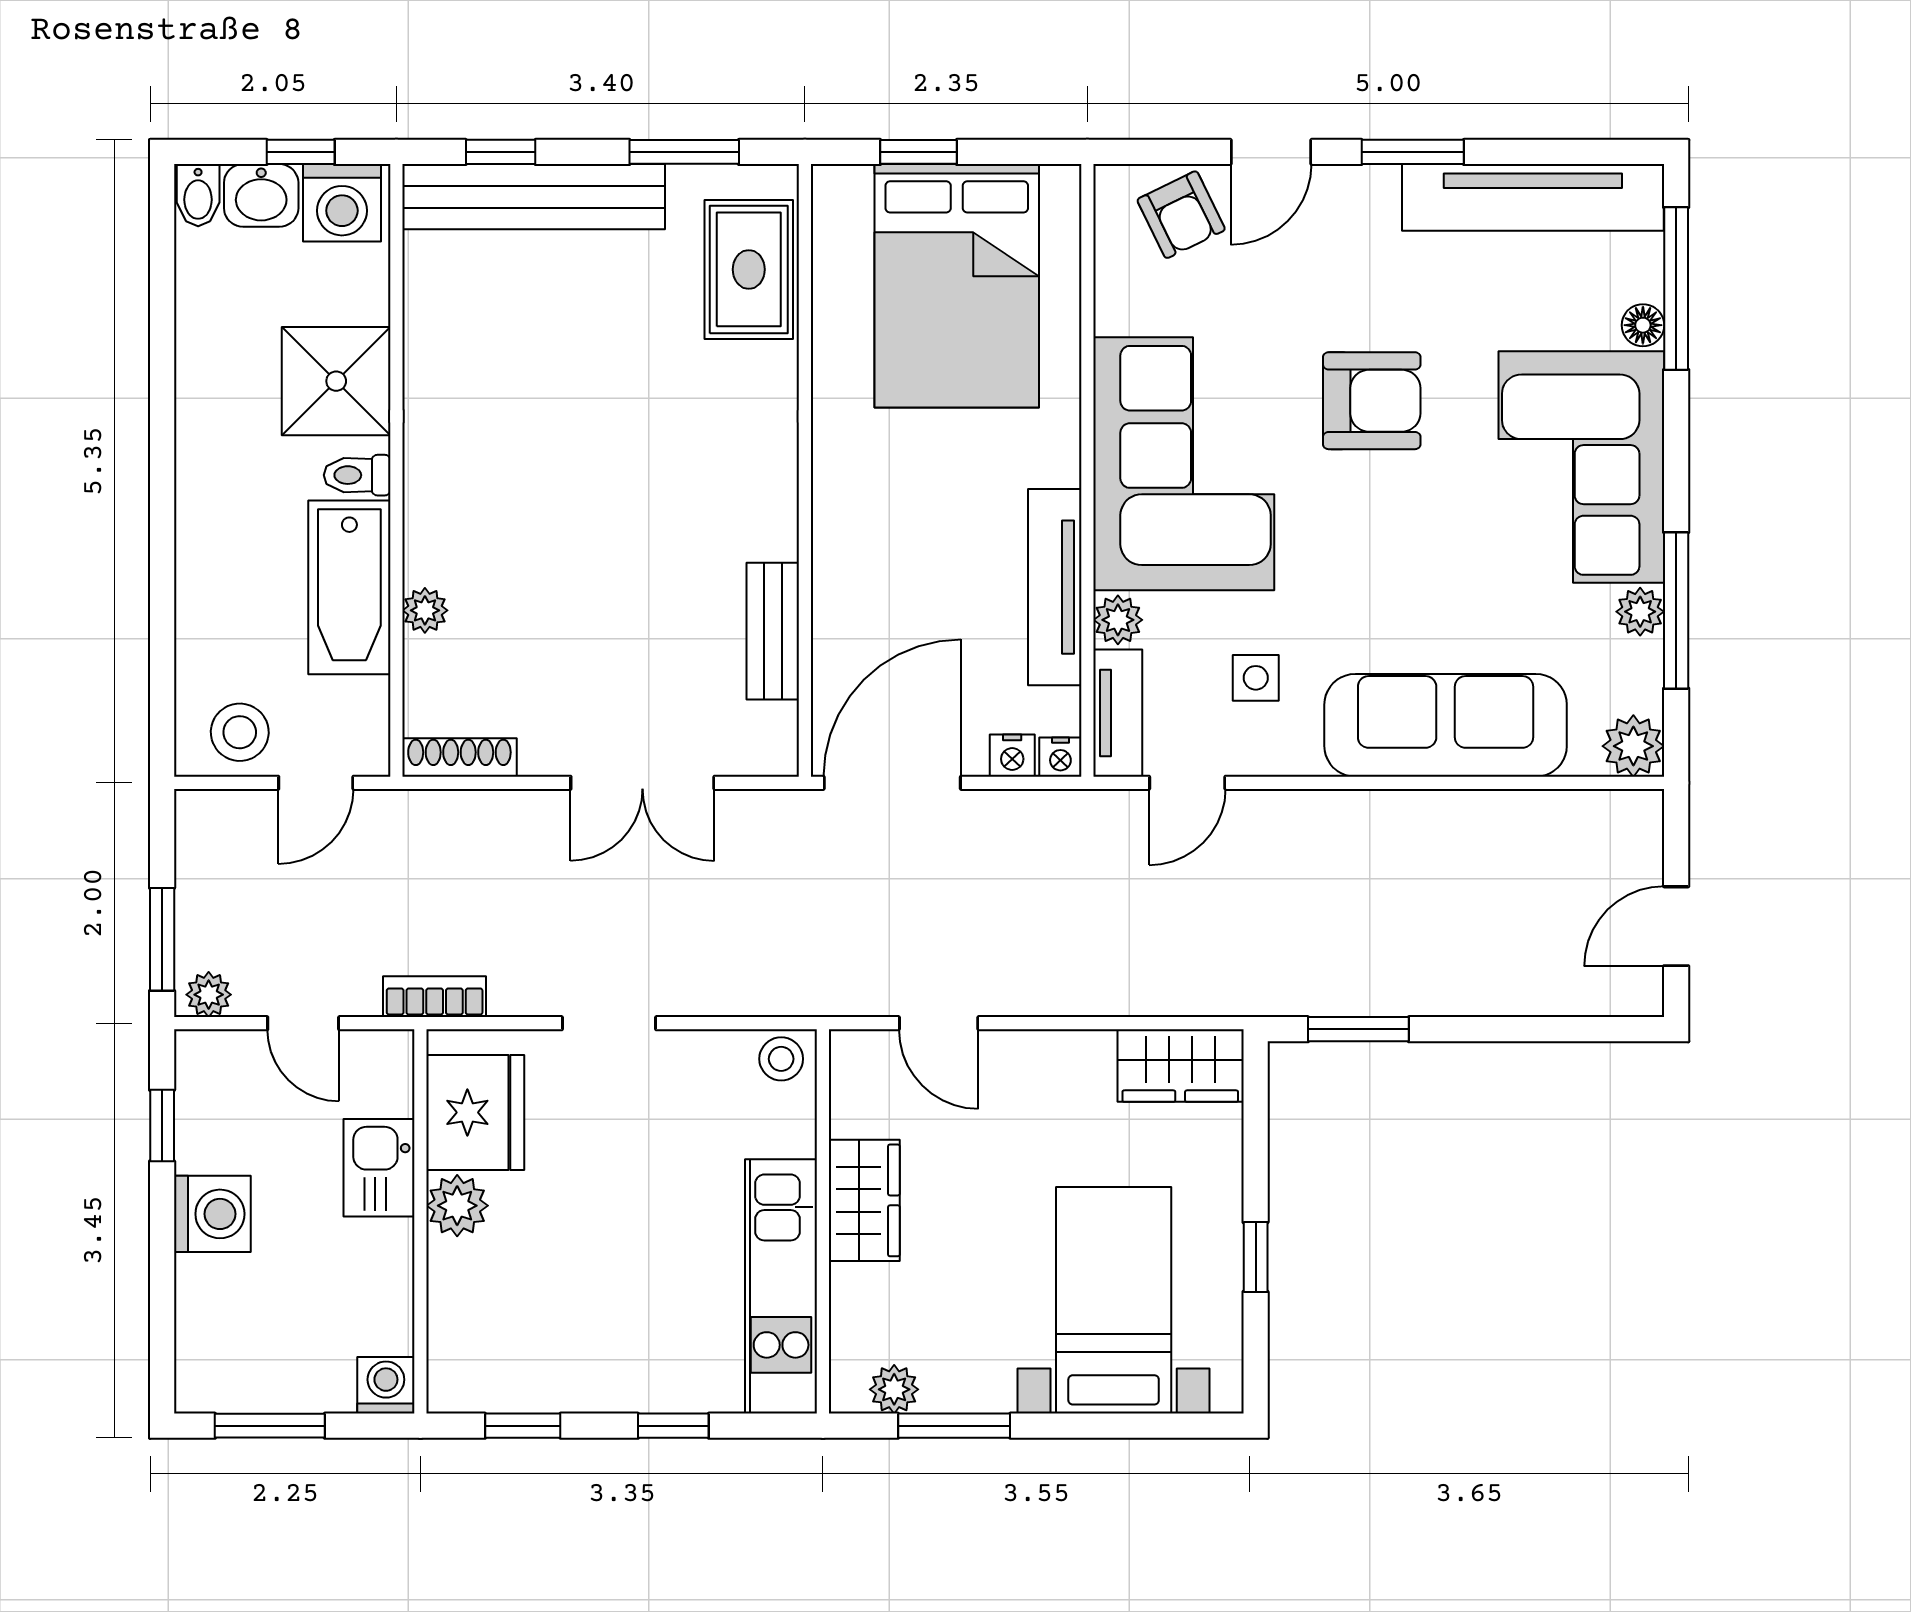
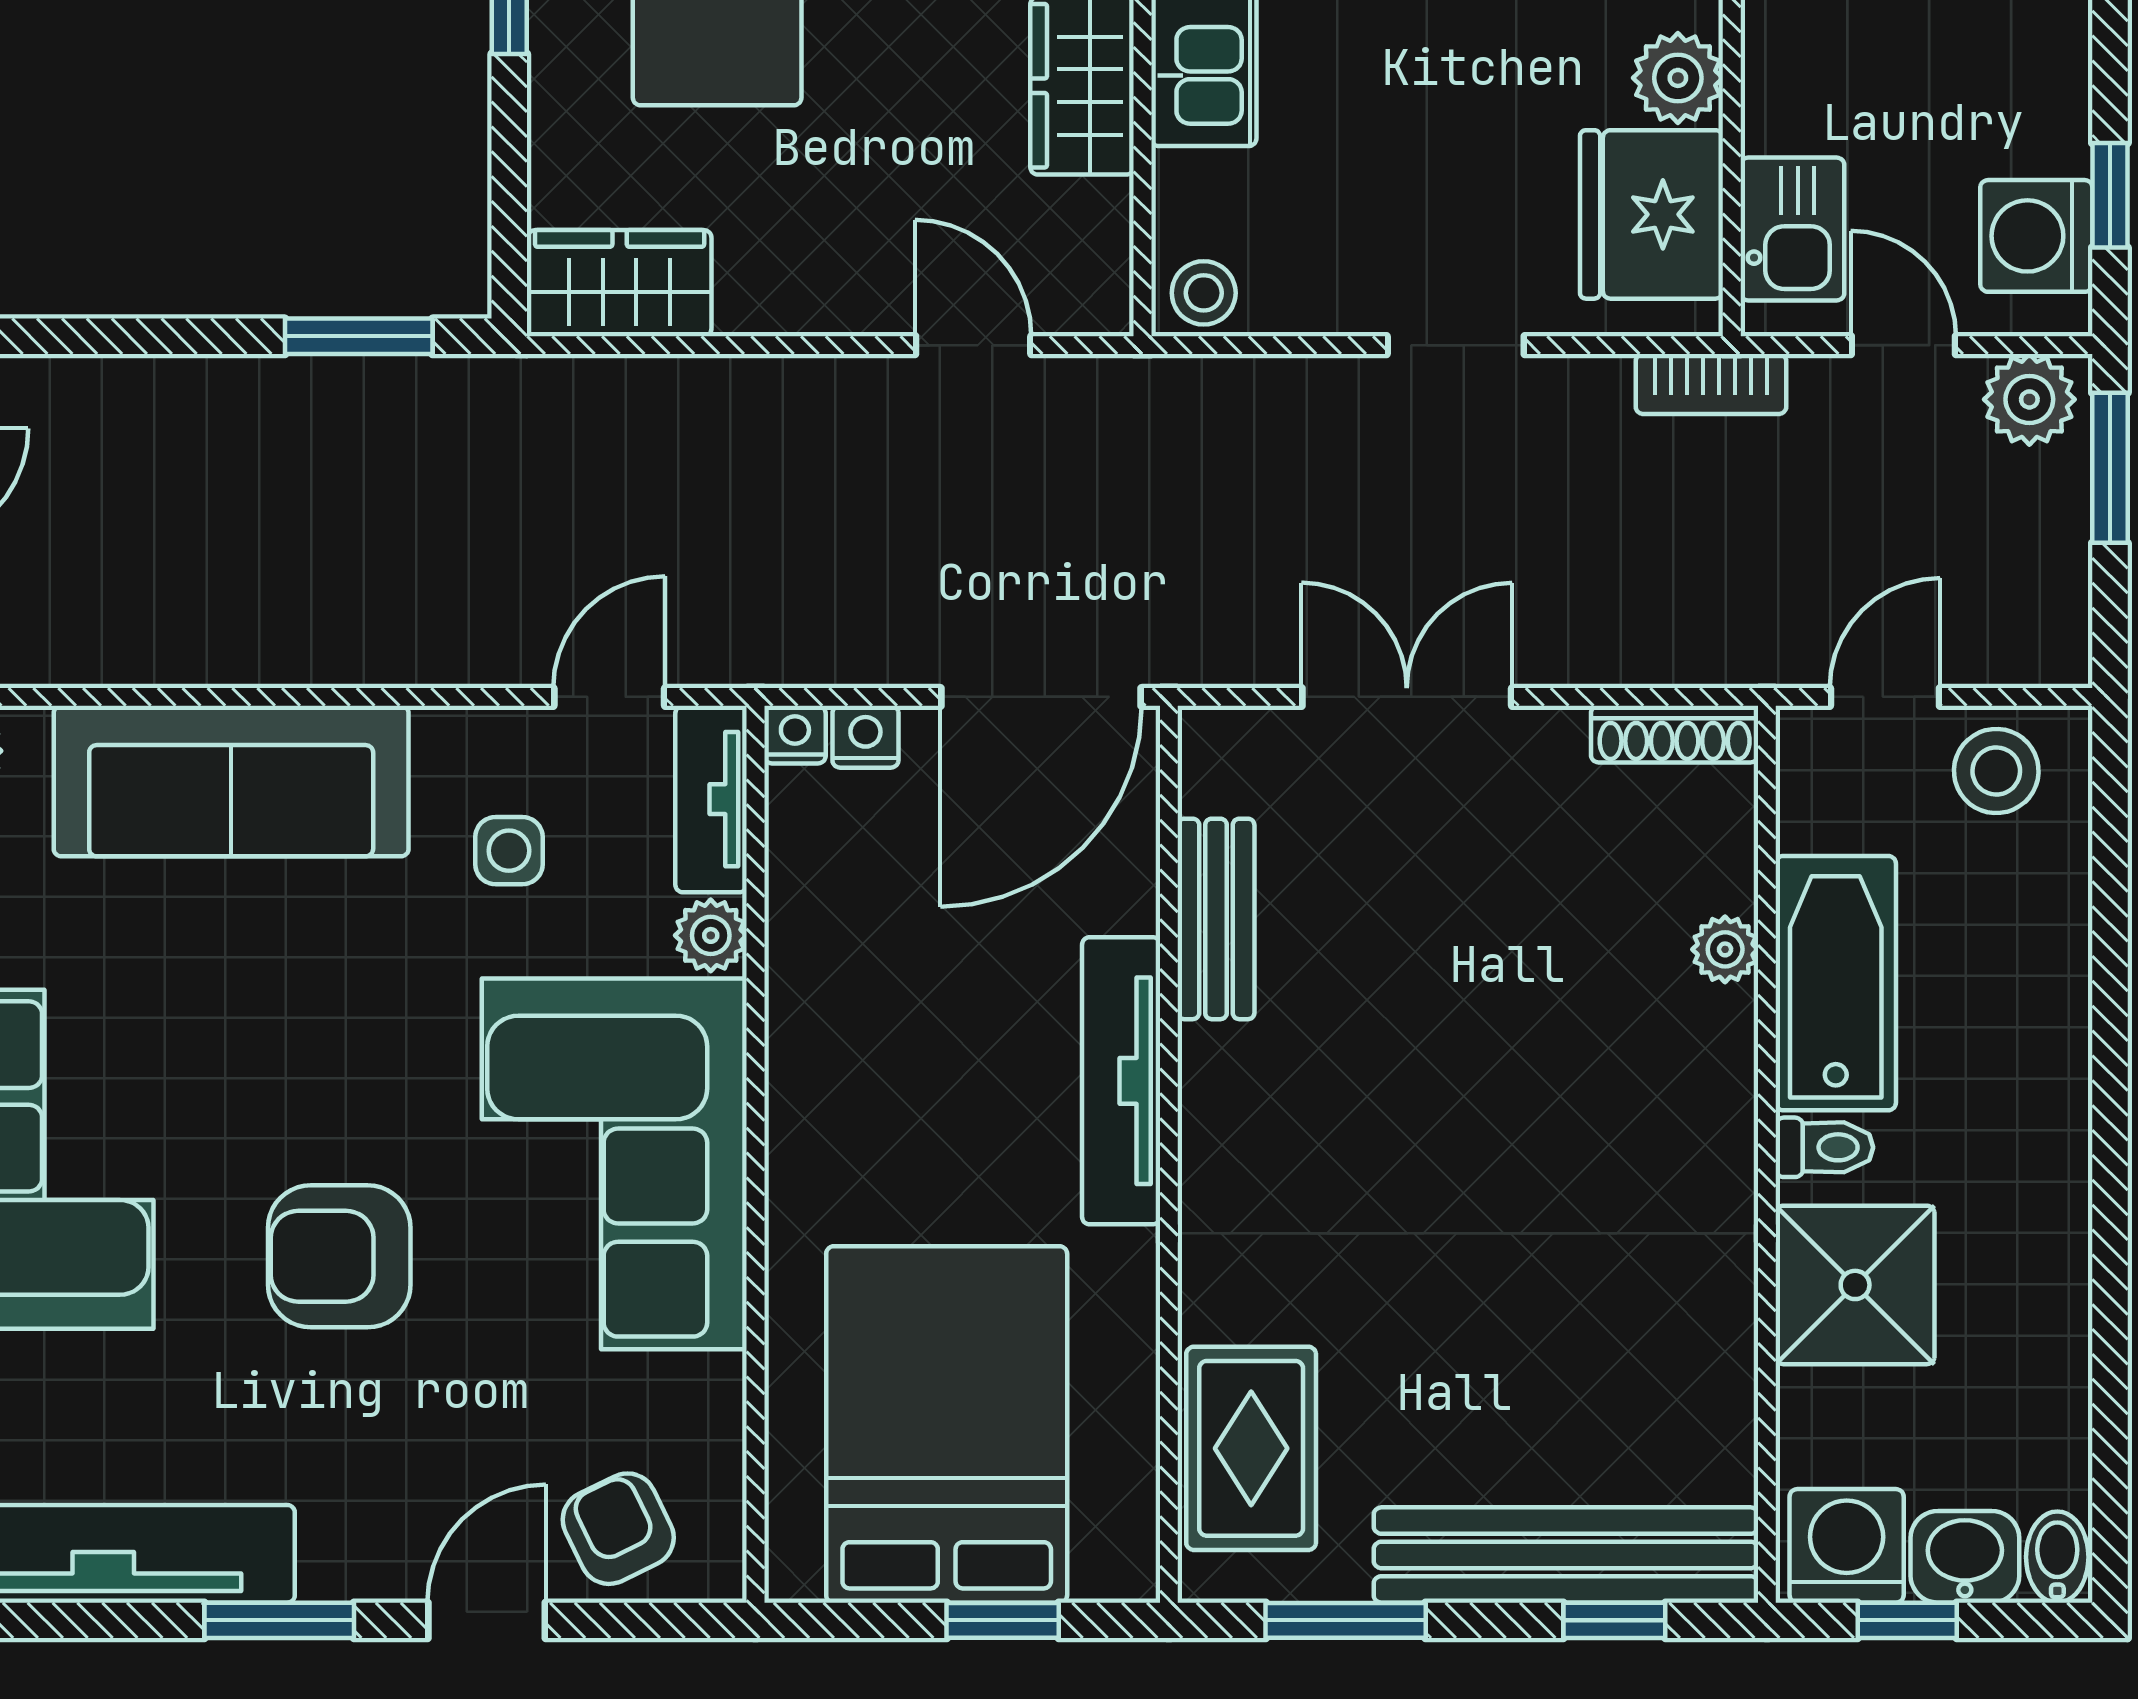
tv unit: (1055, 587) -> (1121, 1081), moved, turned 180
plant: (209, 995) -> (2029, 399), width x1.38, depth x1.38
kitchen sink: (379, 1168) -> (1792, 229), moved
washing machine: (212, 1214) -> (2036, 236), moved

